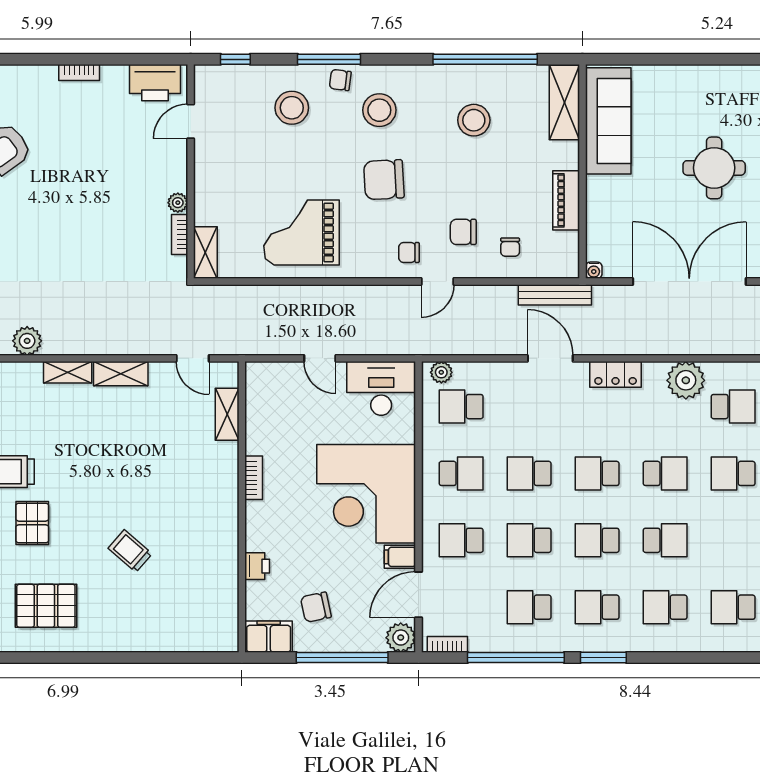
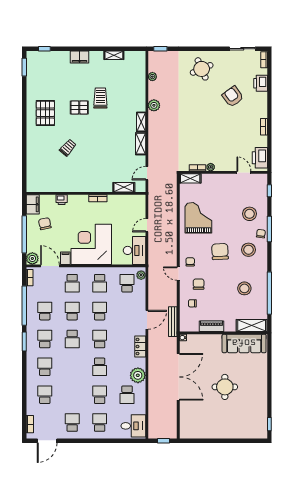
school desk: (461, 540) -> (72, 283), turned 180
school desk: (597, 540) -> (72, 339), turned 180
school desk: (665, 540) -> (72, 367), removed

